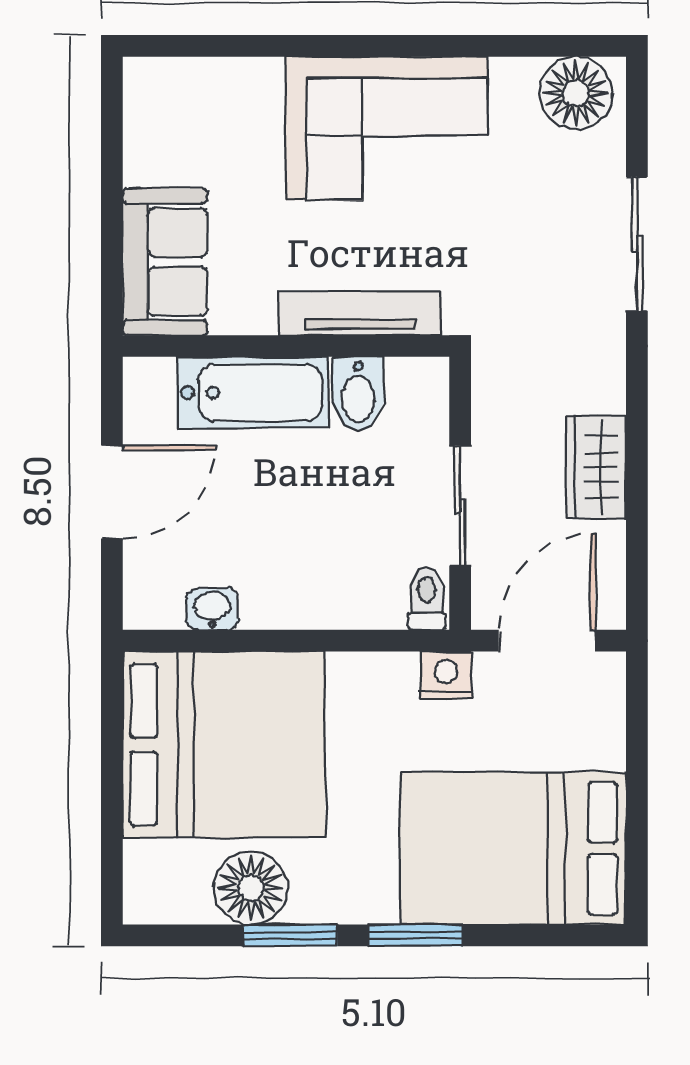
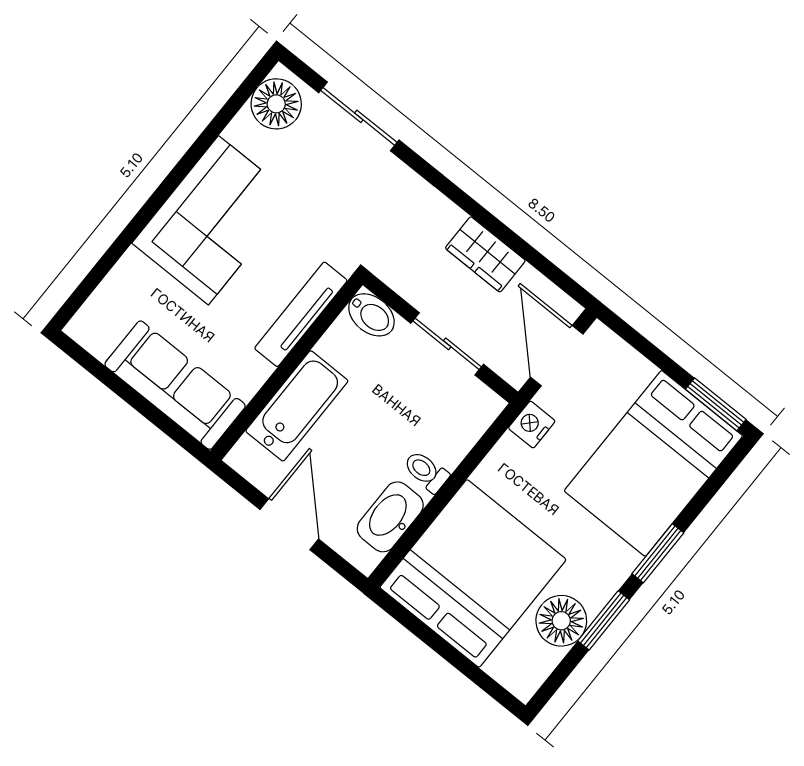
sliding door: (637, 244) -> (359, 116), moved
sofa: (165, 262) -> (175, 385), width x1.36
bidet: (358, 394) -> (371, 315), moved
toilet: (427, 598) -> (426, 471), moved
washbasin: (212, 609) -> (390, 517), width x1.91, depth x1.45
window: (637, 865) -> (716, 404), added

